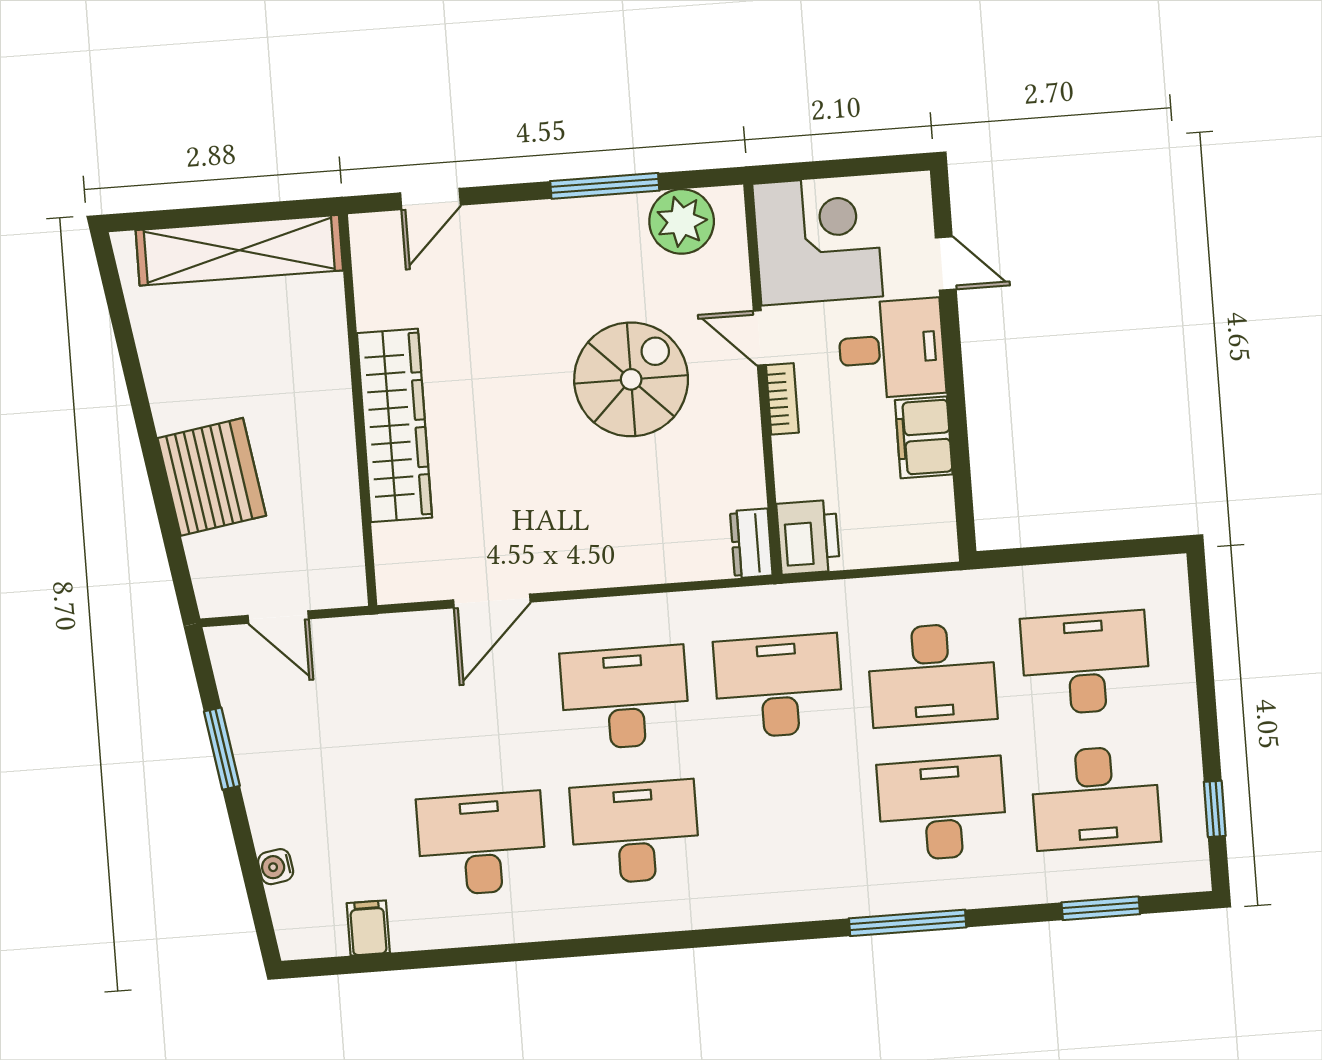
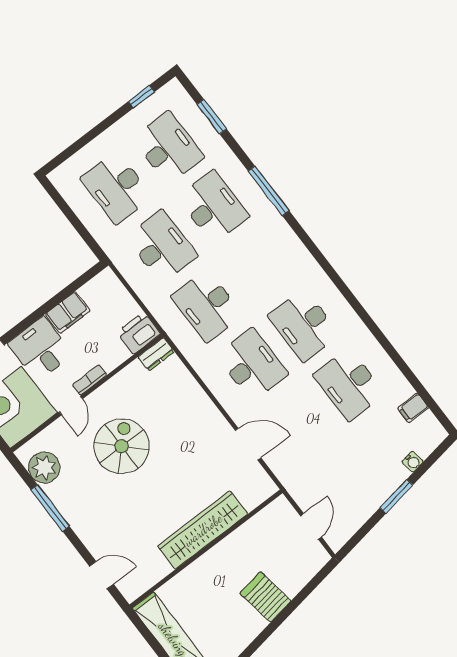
spiral stairs: (631, 379) -> (122, 446), turned 90
server rack: (212, 477) -> (265, 597), width x0.63
desk: (625, 698) -> (252, 365), turned 180
window: (222, 749) -> (396, 496), moved
desk: (942, 809) -> (213, 207), turned 180

